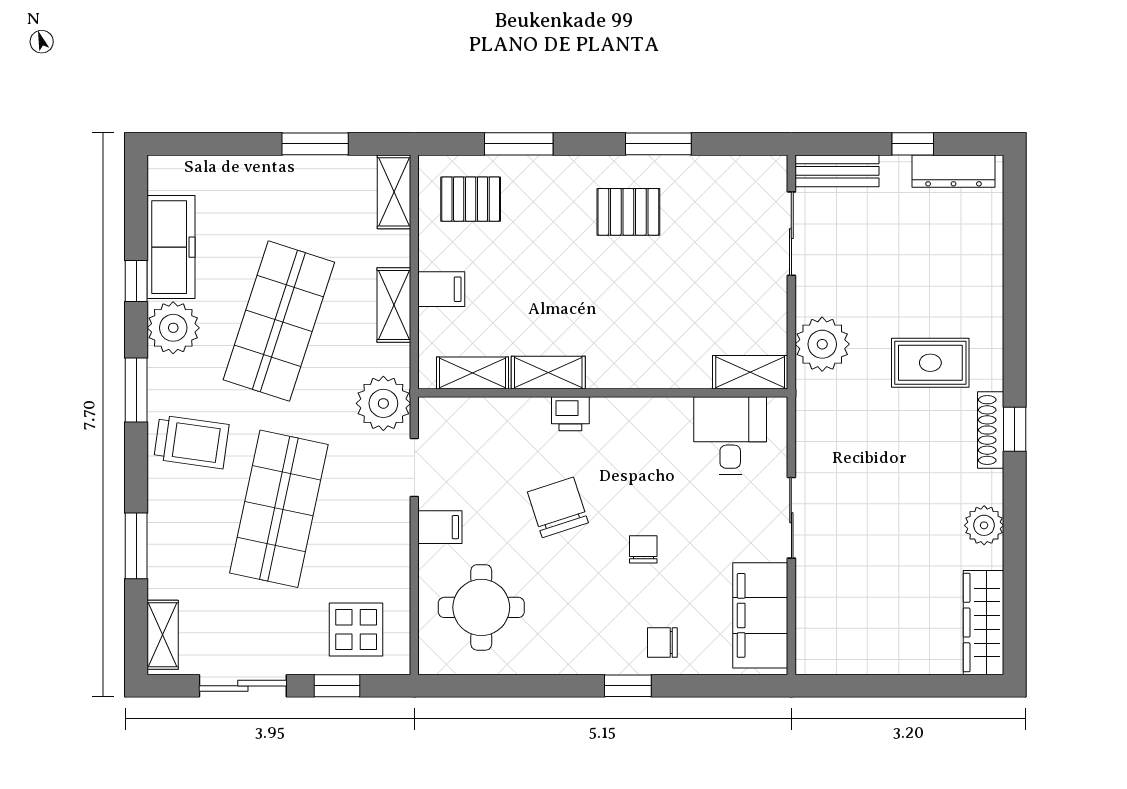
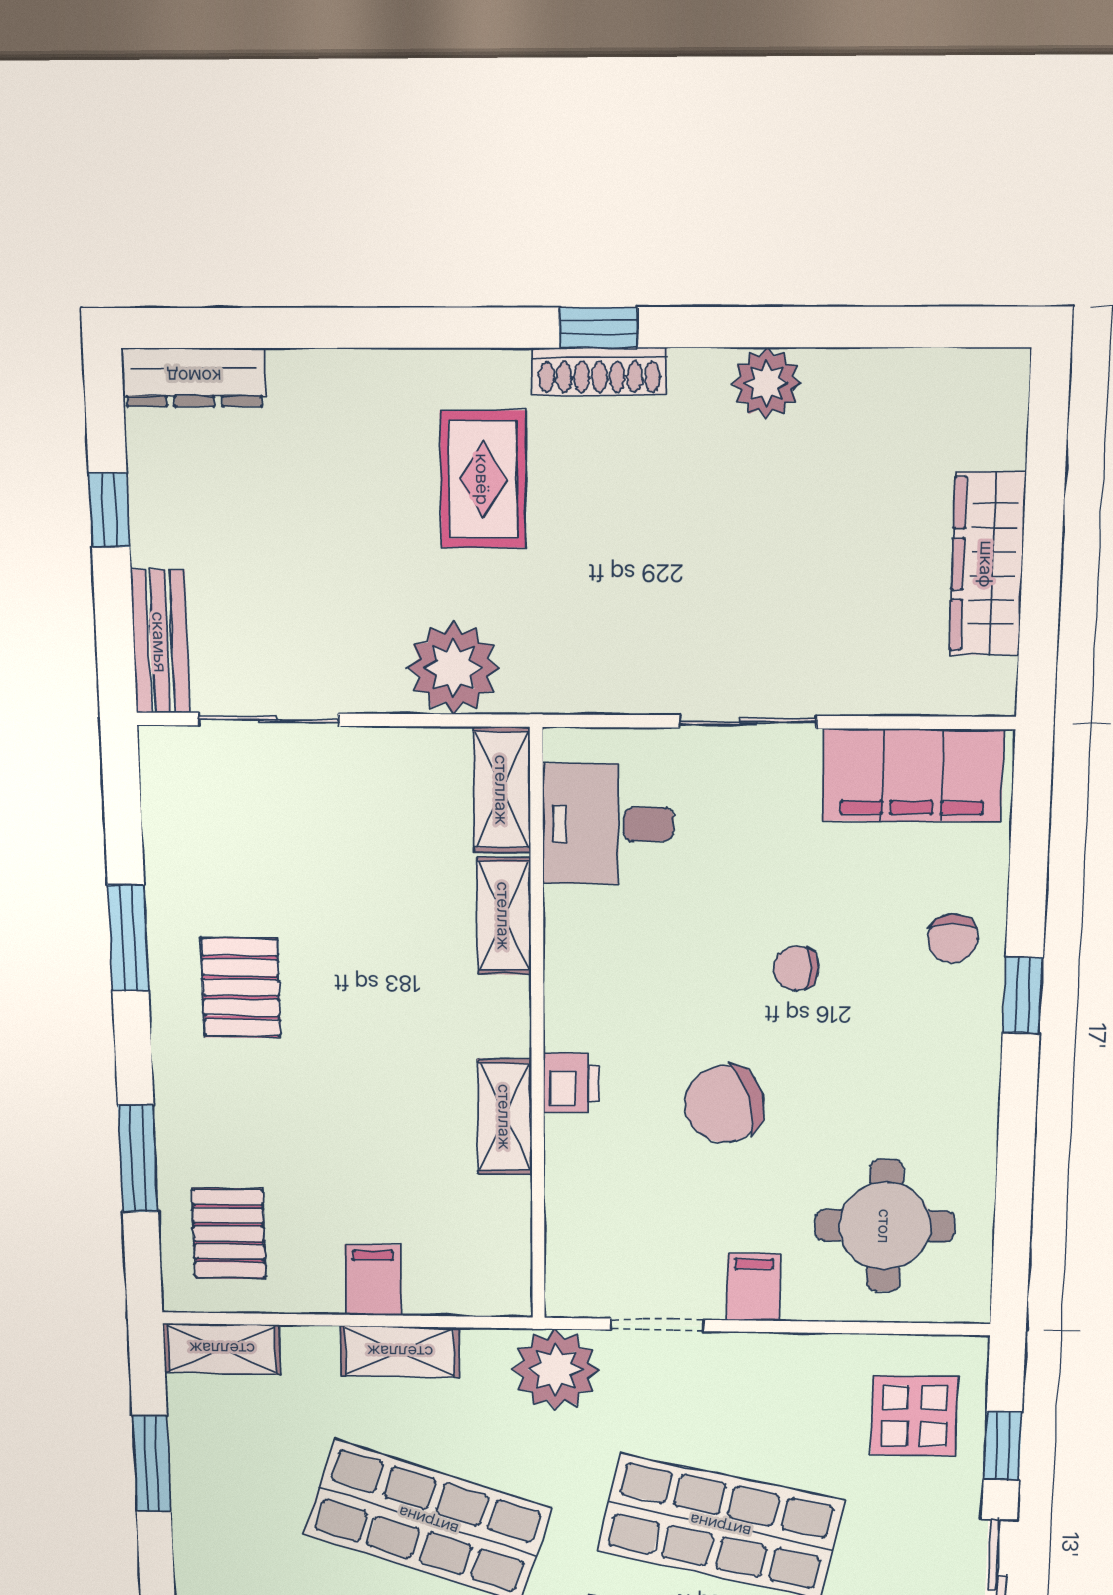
dresser: (953, 171) -> (194, 377), moved, turned 90
shelving: (473, 373) -> (504, 916), moved
wardrobe: (984, 623) -> (987, 564), moved, turned 90

